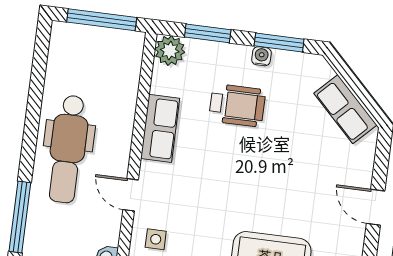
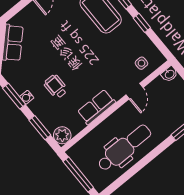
wheelchair: (237, 105) -> (56, 87), width x0.73, depth x0.73
dental chair: (68, 149) -> (124, 148), moved

